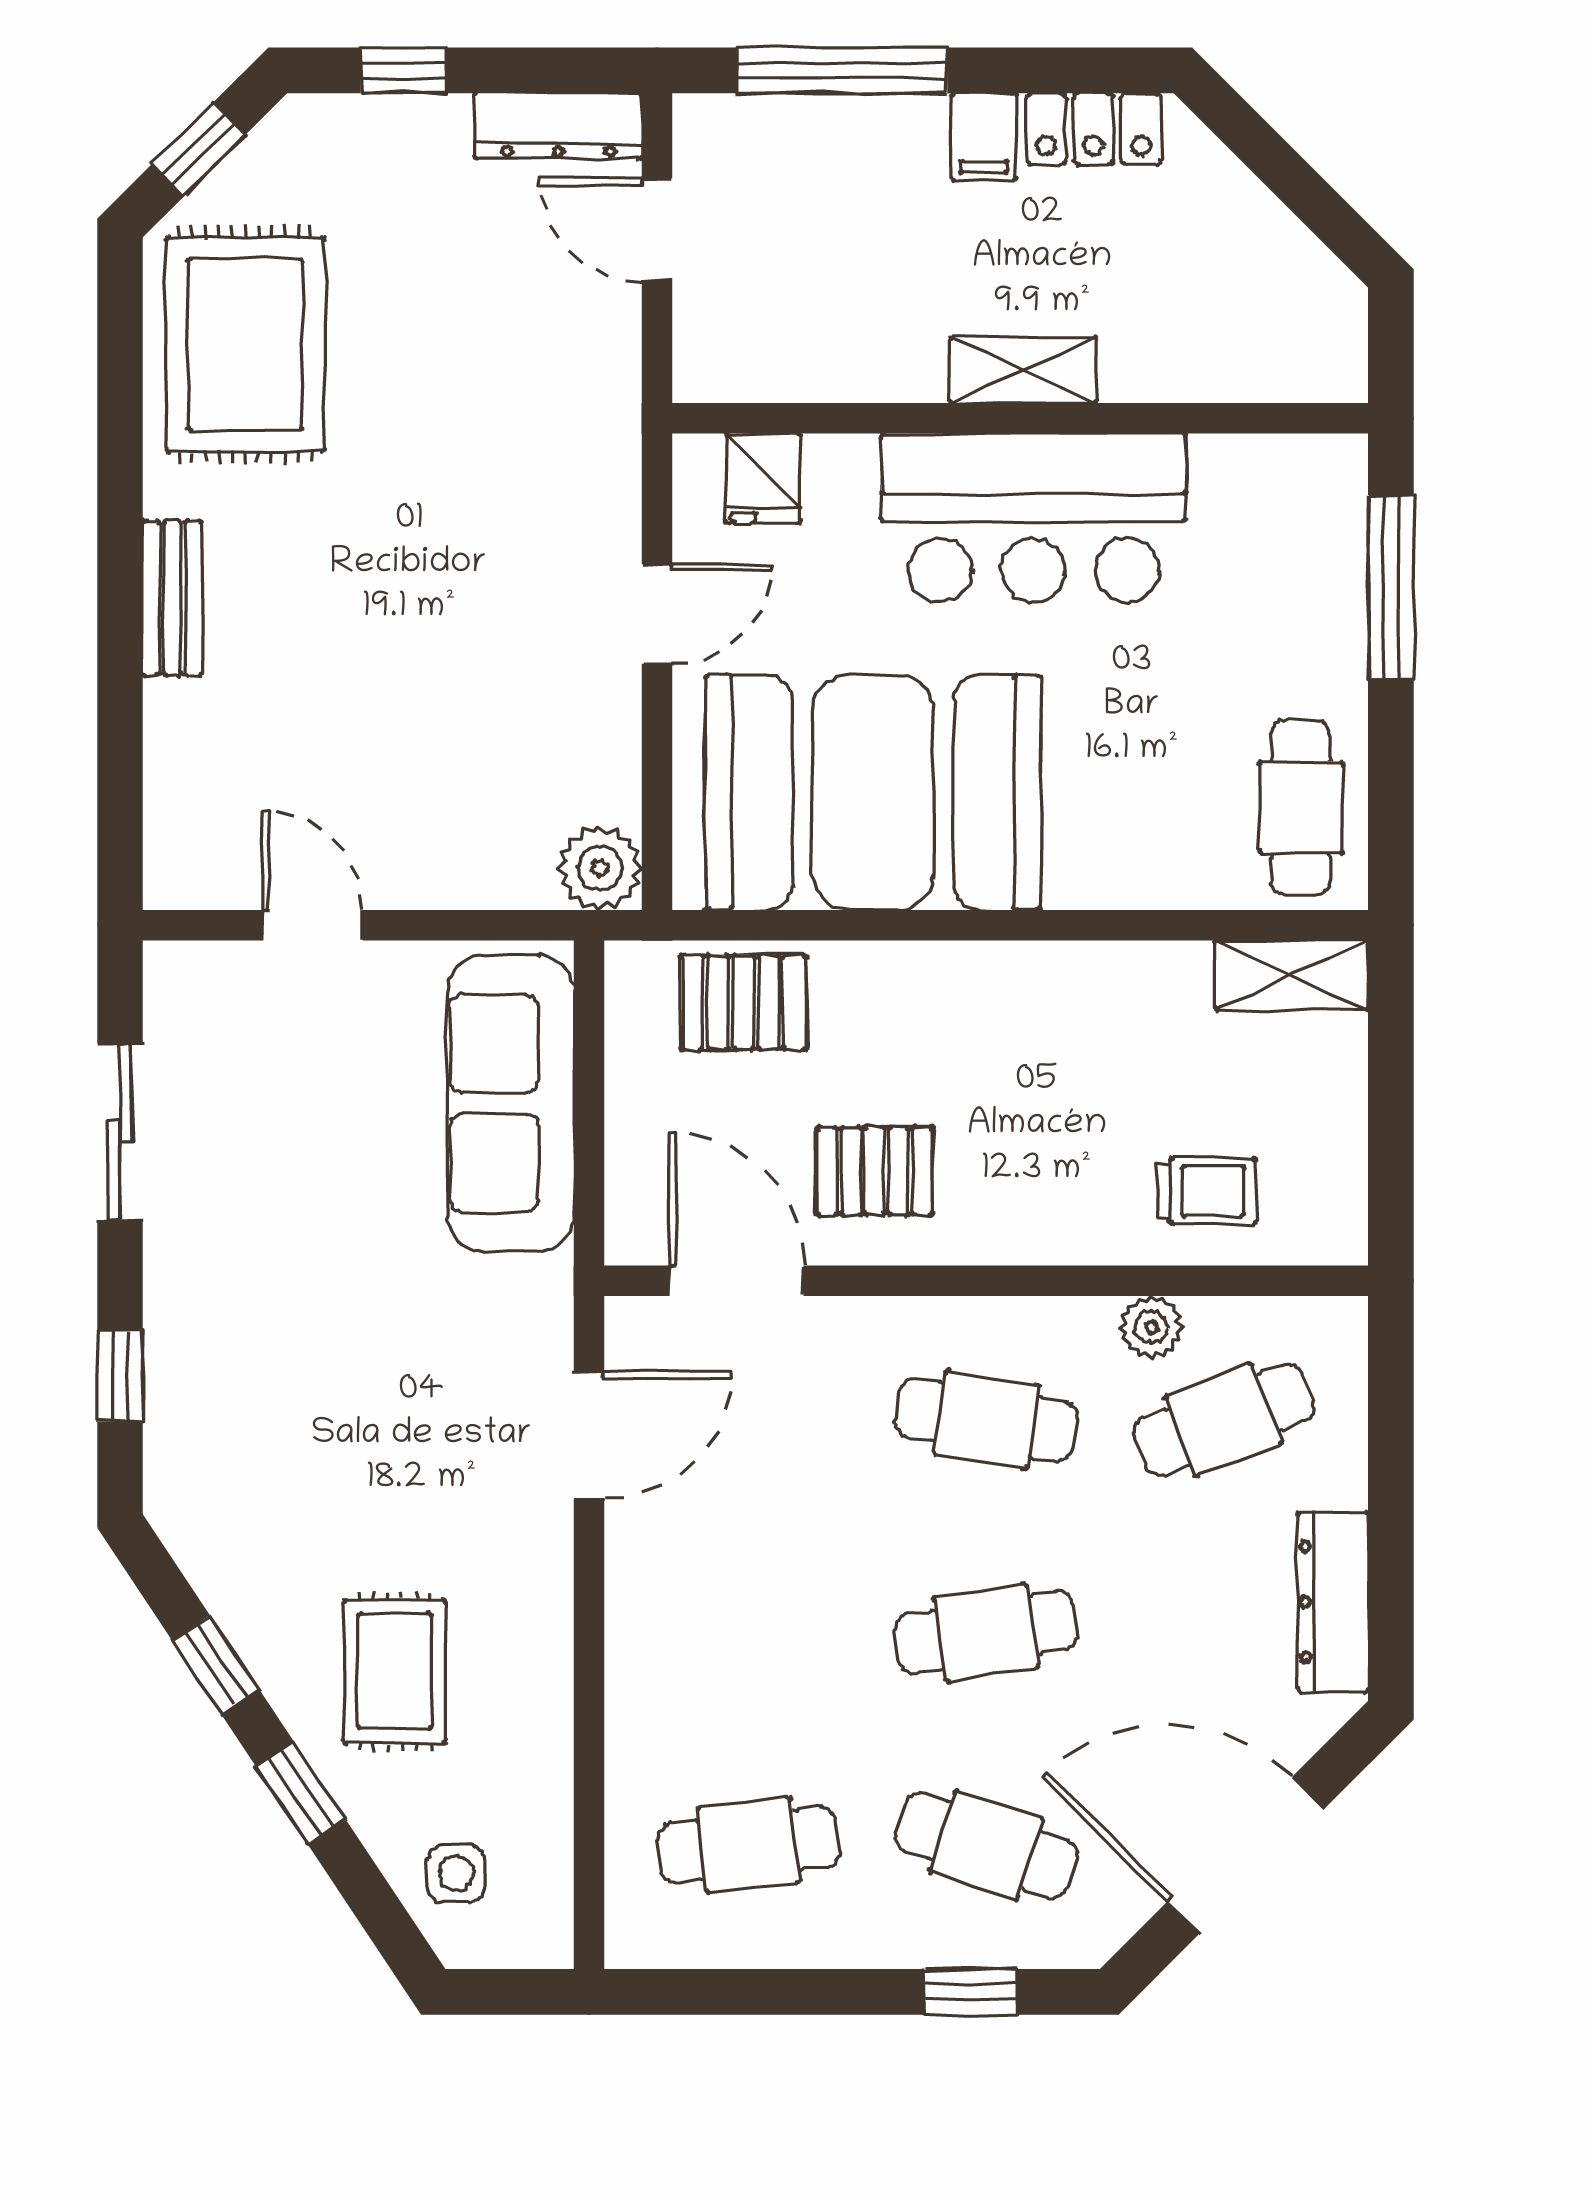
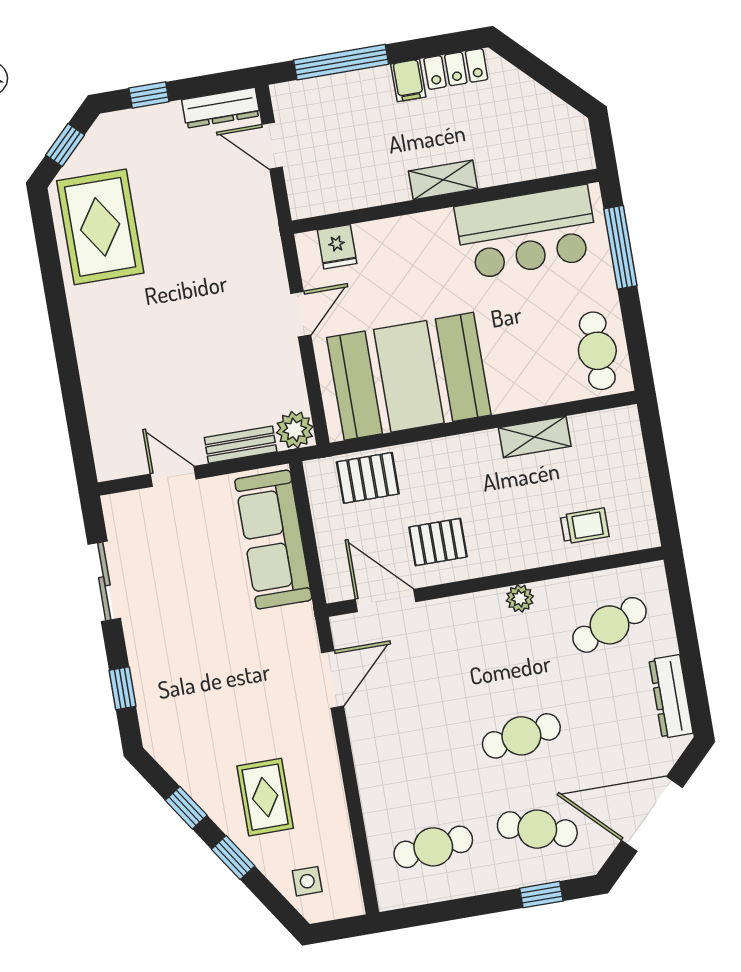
bar counter: (1033, 518) -> (527, 232), moved
bench: (172, 598) -> (241, 445), moved, turned 90
shelving: (1291, 975) -> (535, 437), moved
plant: (1151, 1327) -> (520, 598), moved
cafe table: (986, 1420) -> (505, 643), removed

